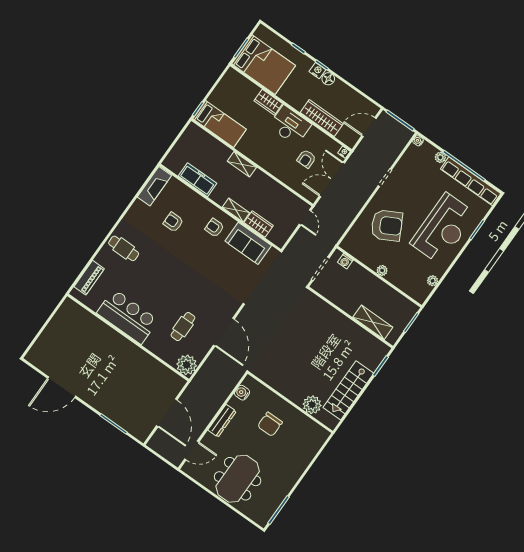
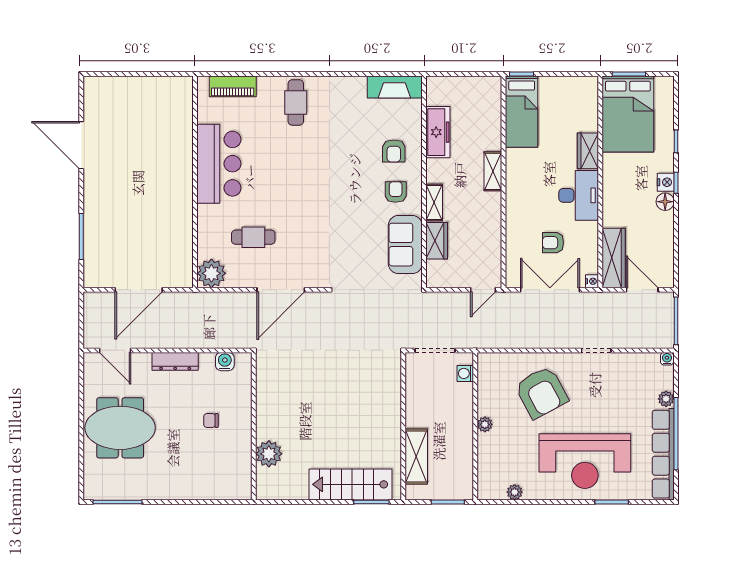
wardrobe: (322, 118) -> (614, 258), moved
armchair: (173, 222) -> (394, 151), moved, turned 180
stairs: (348, 390) -> (351, 484), moved
chair: (270, 424) -> (211, 420), width x0.54, depth x0.54

